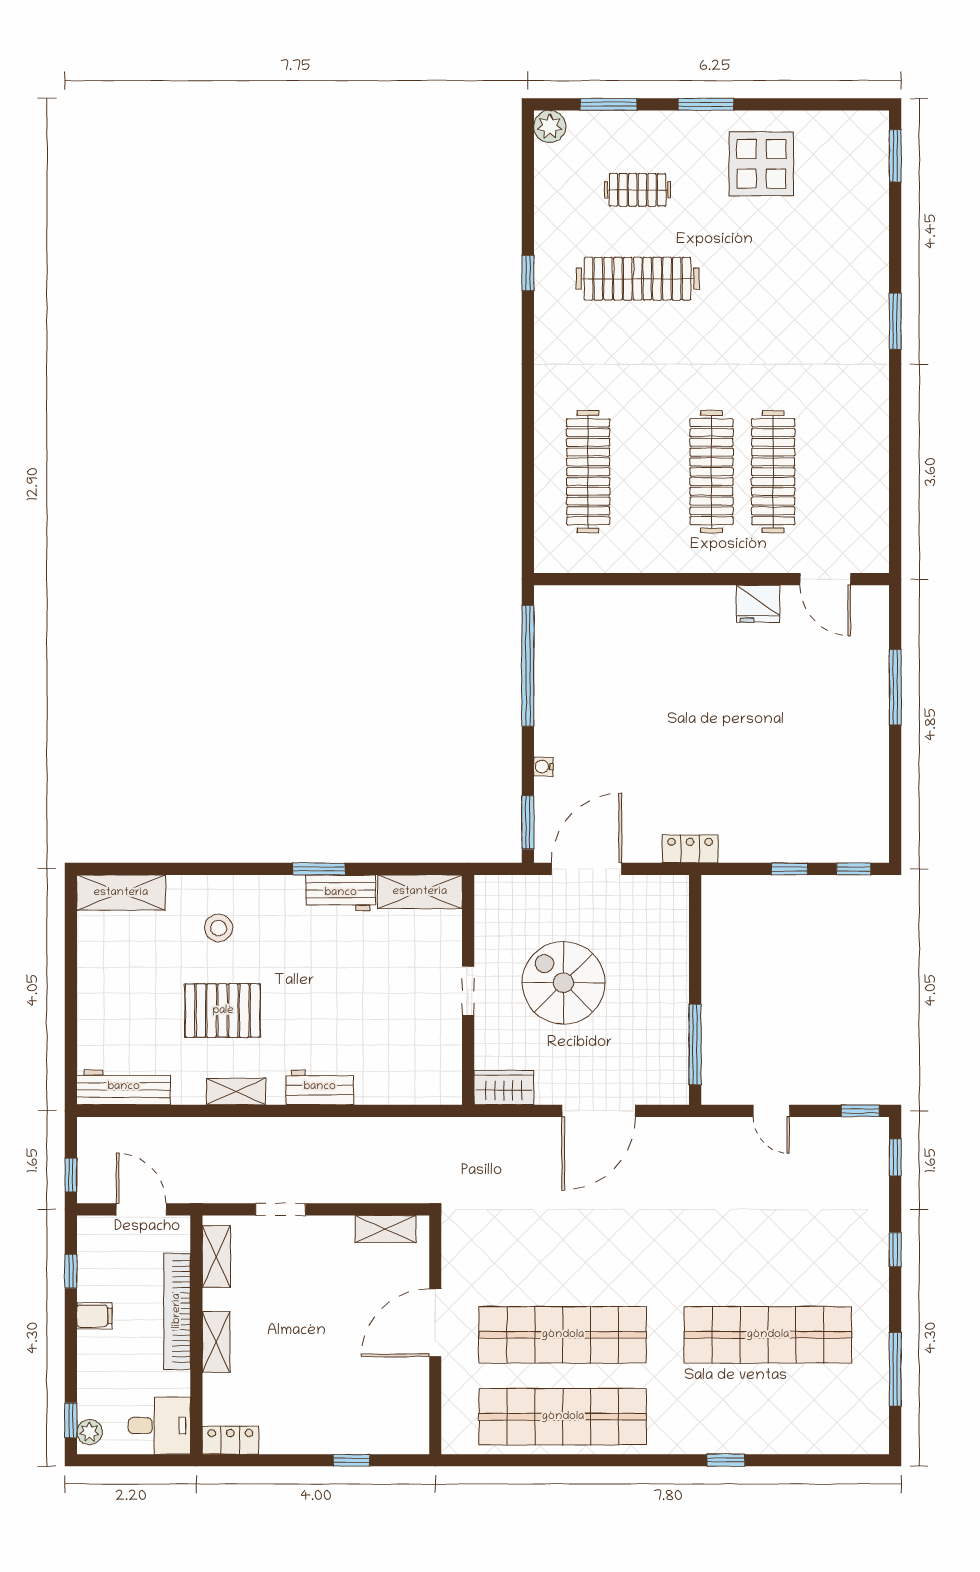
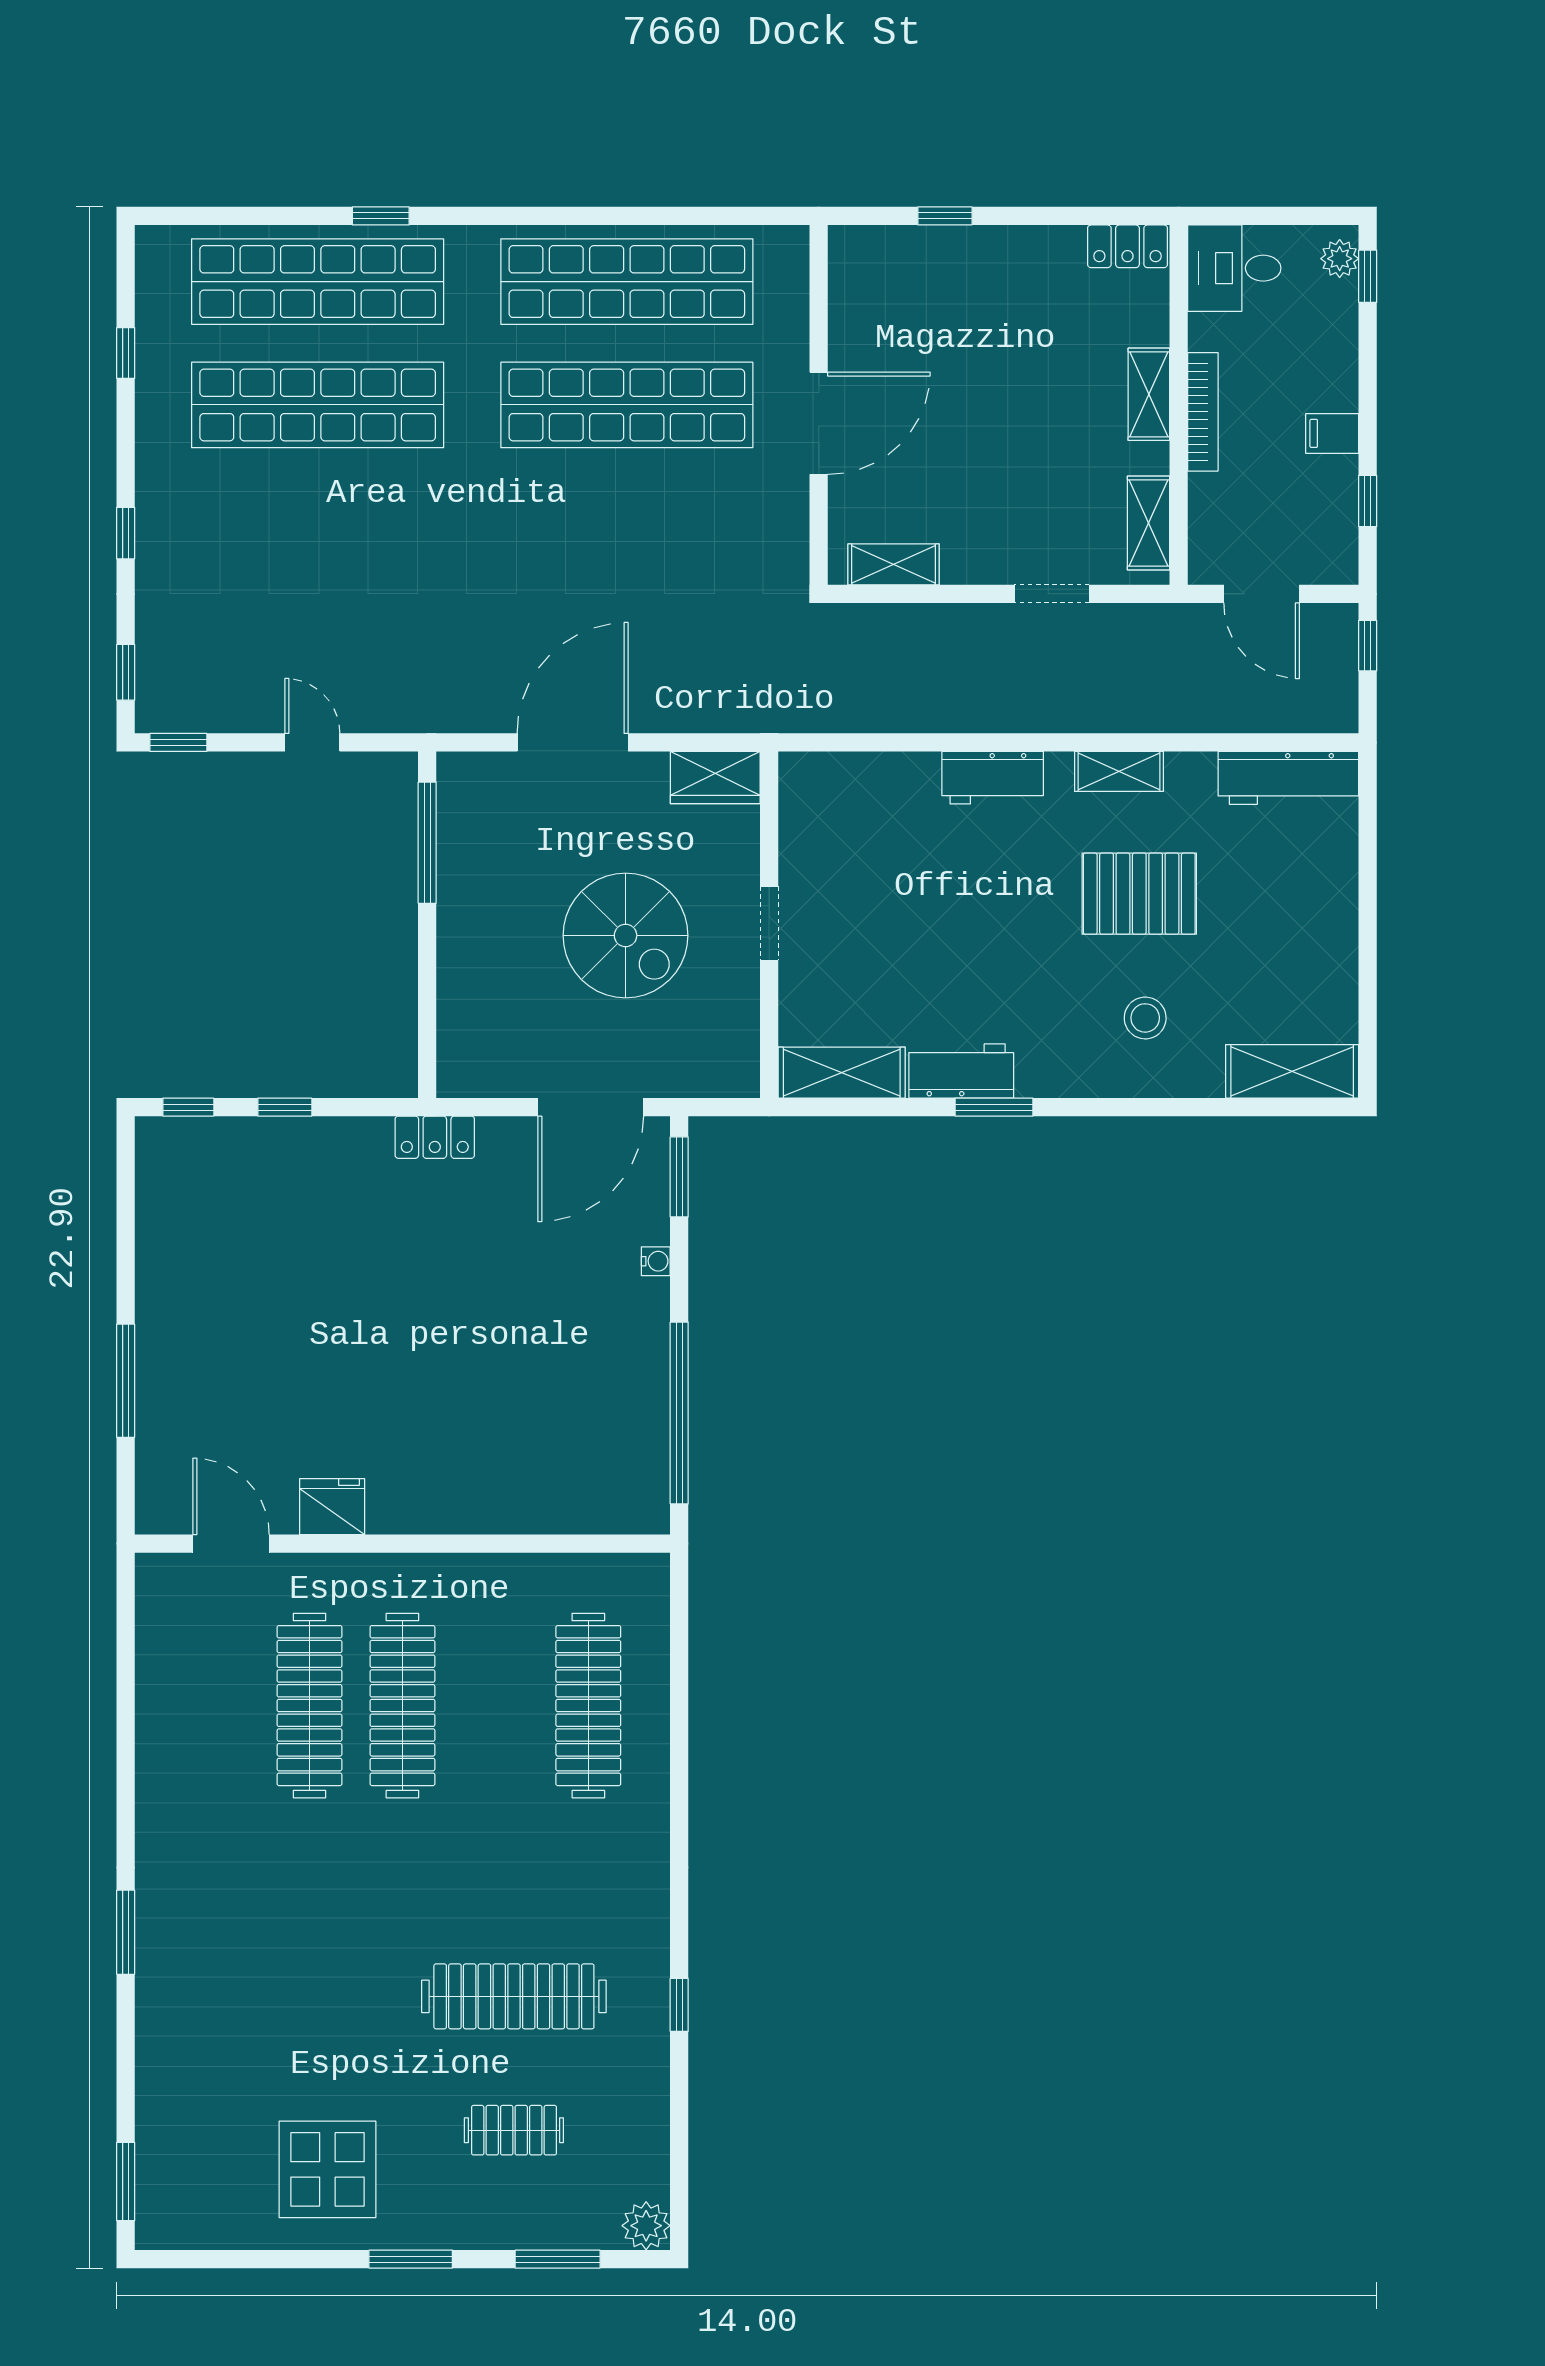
bookcase: (177, 1311) -> (1203, 412), width x0.68, depth x0.76
window: (895, 1369) -> (126, 353), width x0.46
shop shelf: (768, 1417) -> (318, 282), added

